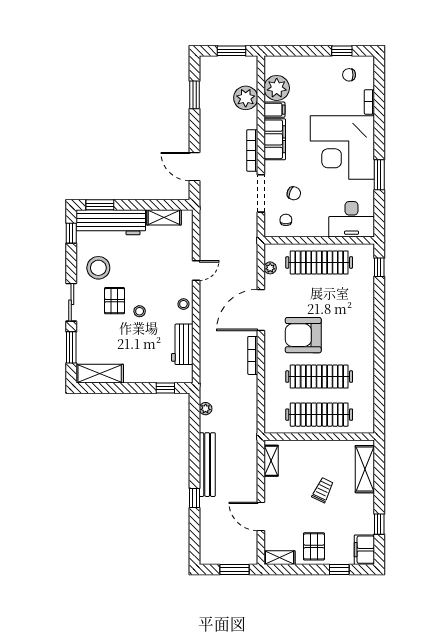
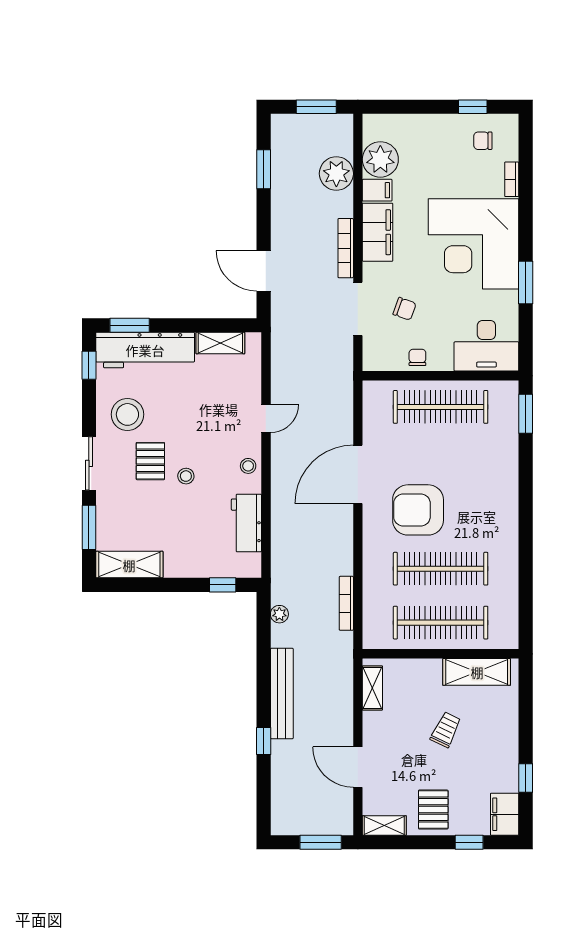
chair: (286, 220) -> (417, 357), moved
window: (379, 267) -> (526, 414), width x1.50
plant: (270, 268) -> (371, 415), removed
bookcase: (253, 355) -> (346, 603), moved
shelving: (365, 469) -> (477, 672), moved, turned 90

